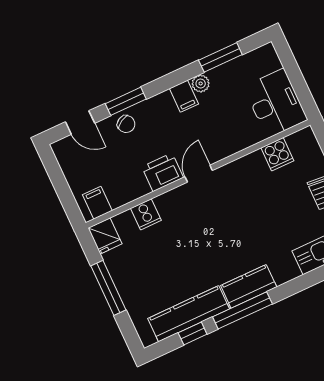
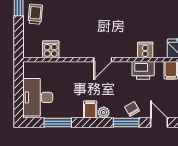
plant: (201, 83) -> (104, 112), moved
desk: (275, 103) -> (38, 97), moved
printer: (163, 172) -> (143, 70), moved

